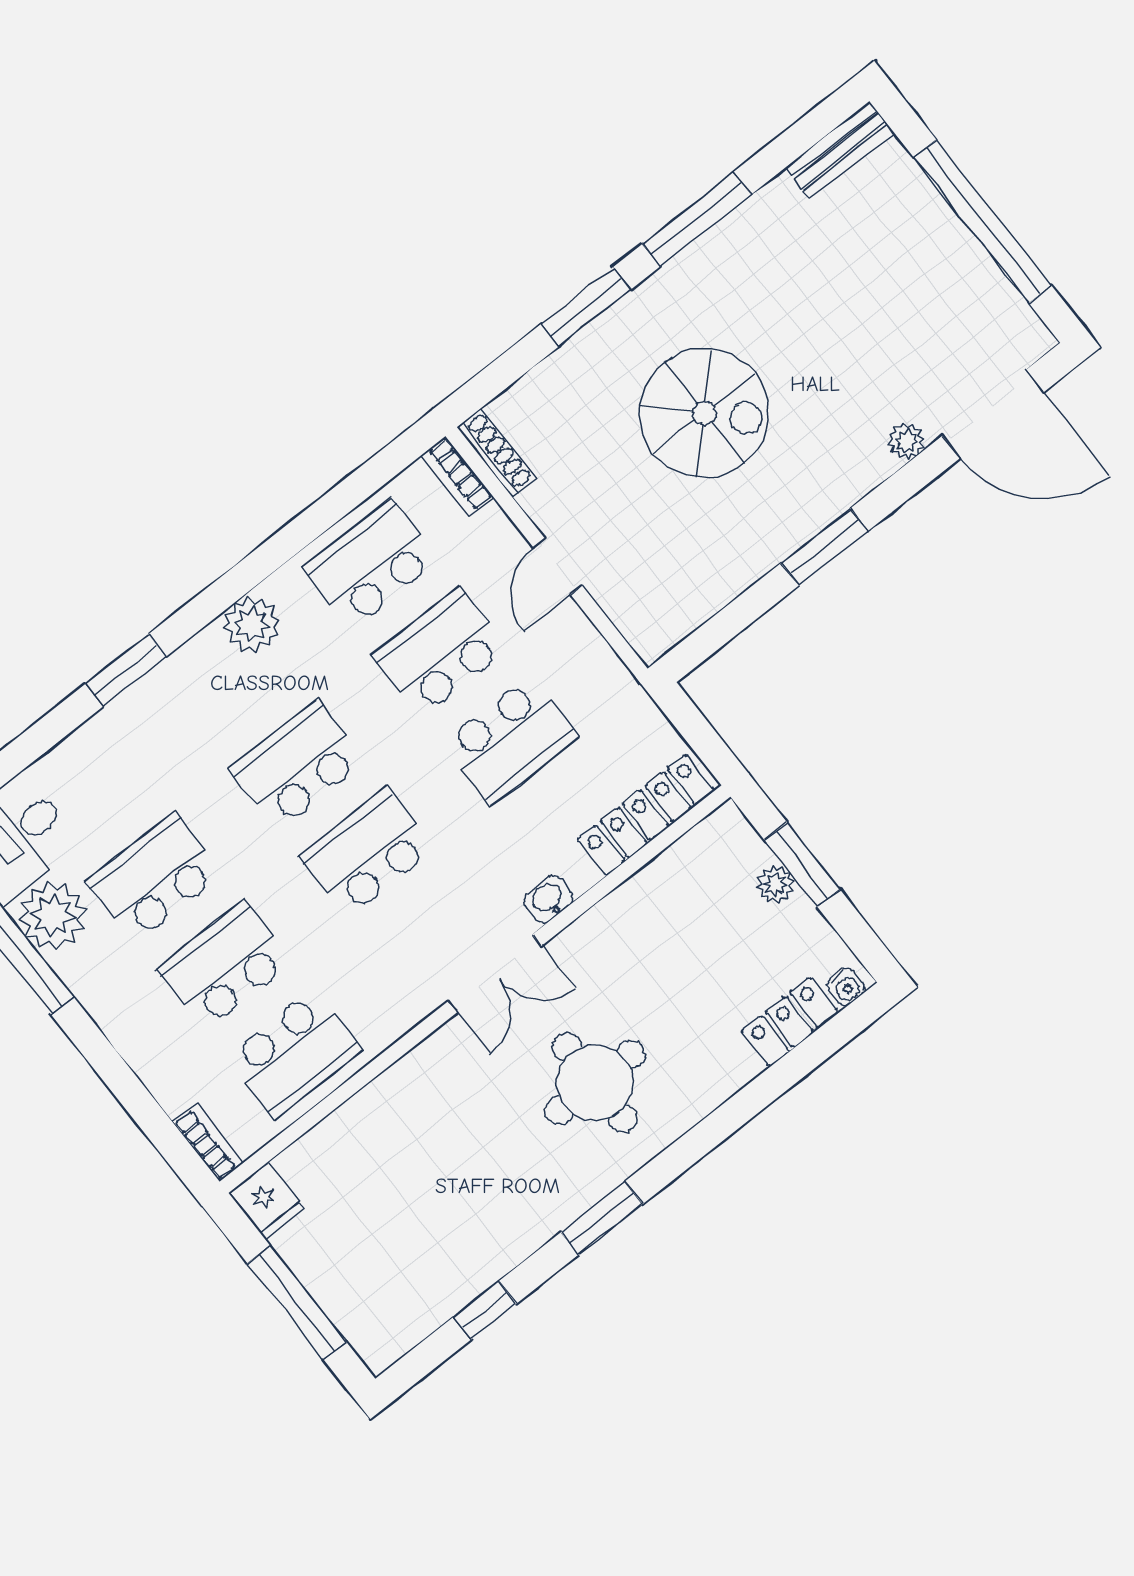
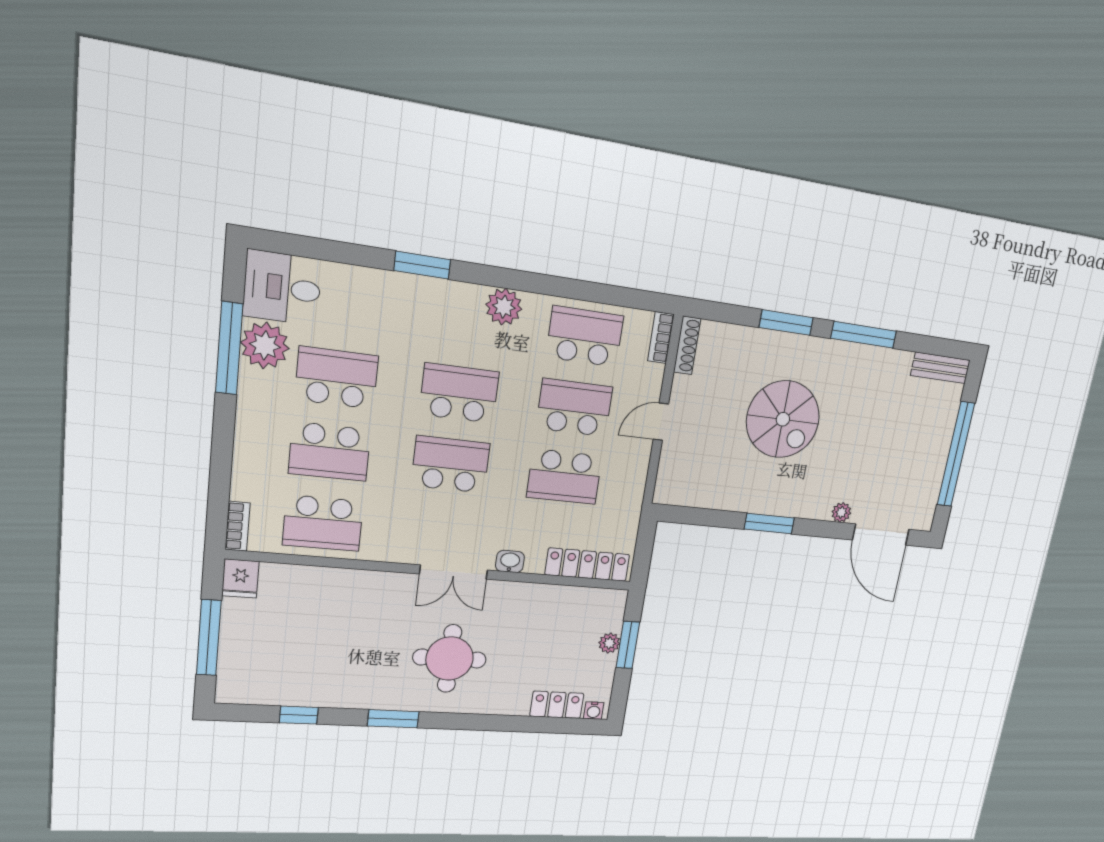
school desk: (224, 966) -> (330, 452), turned 180

